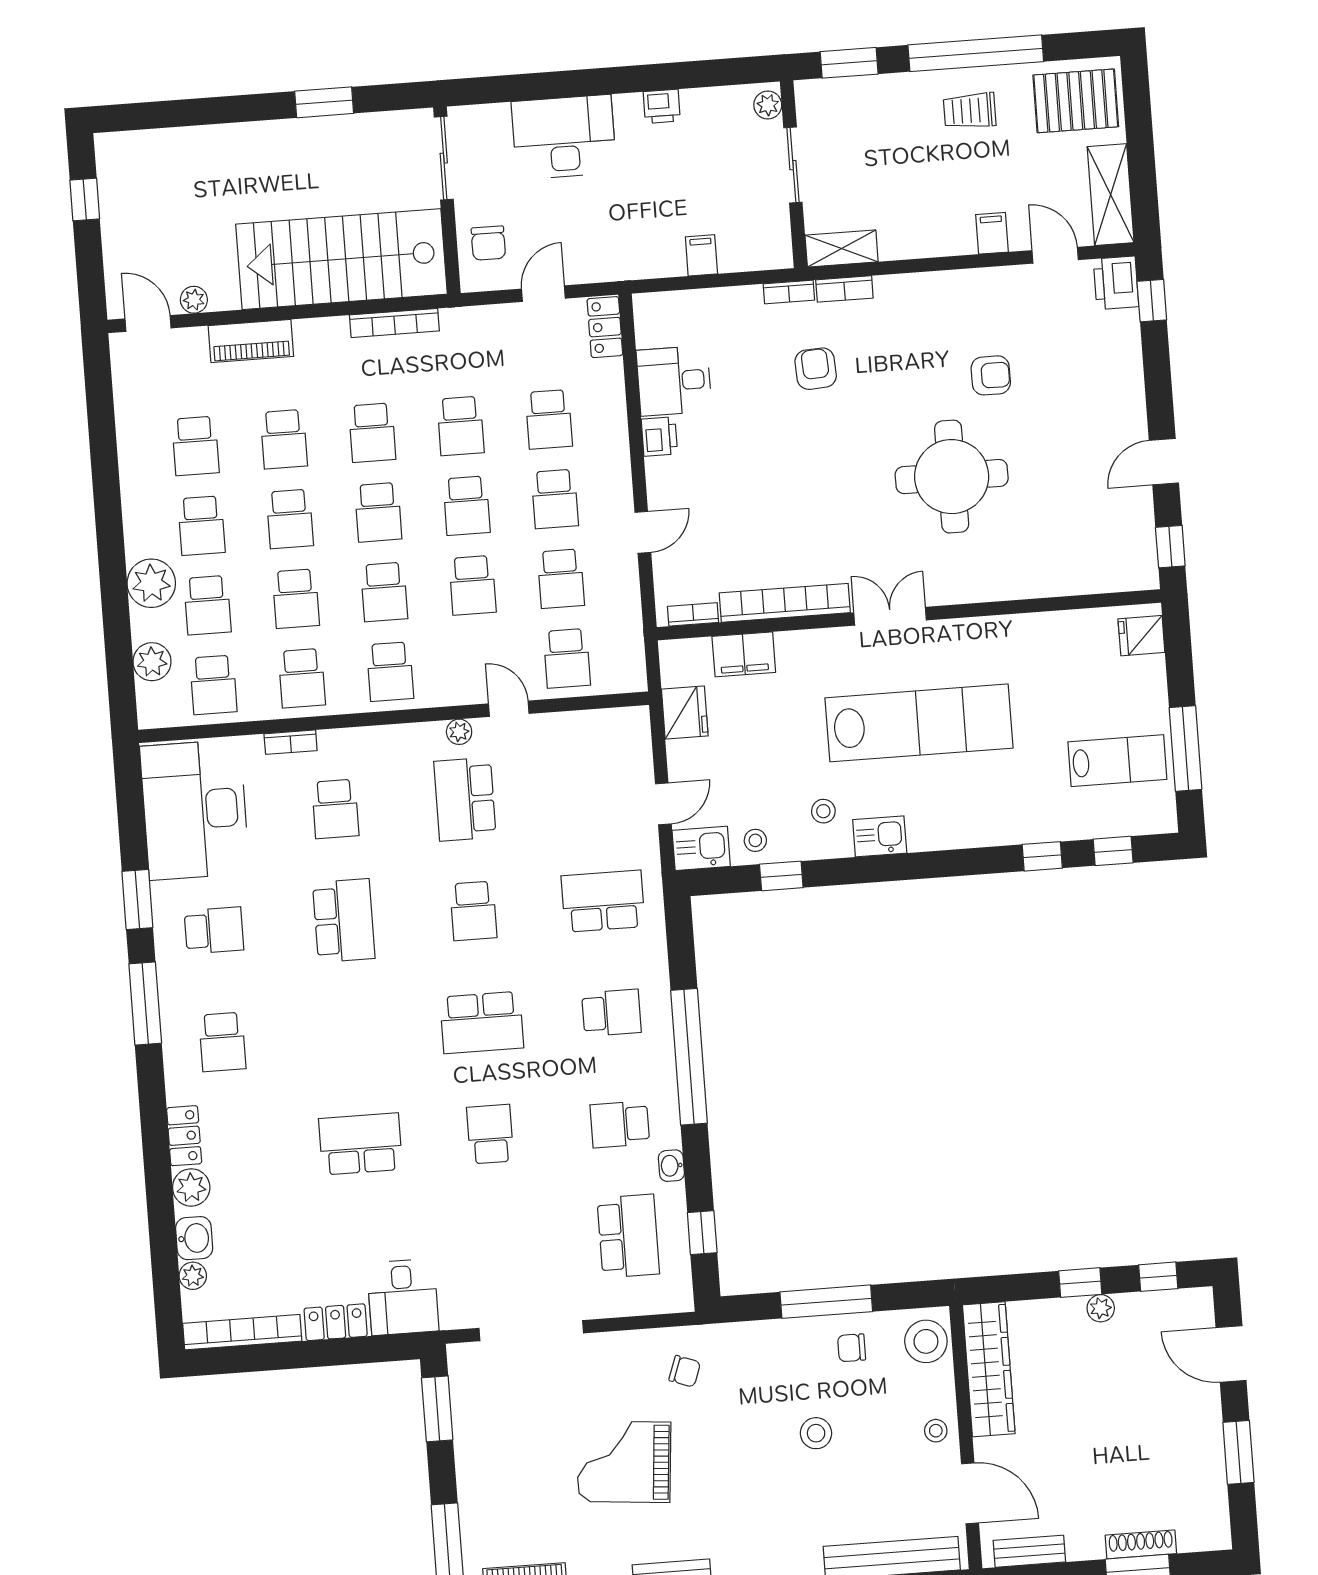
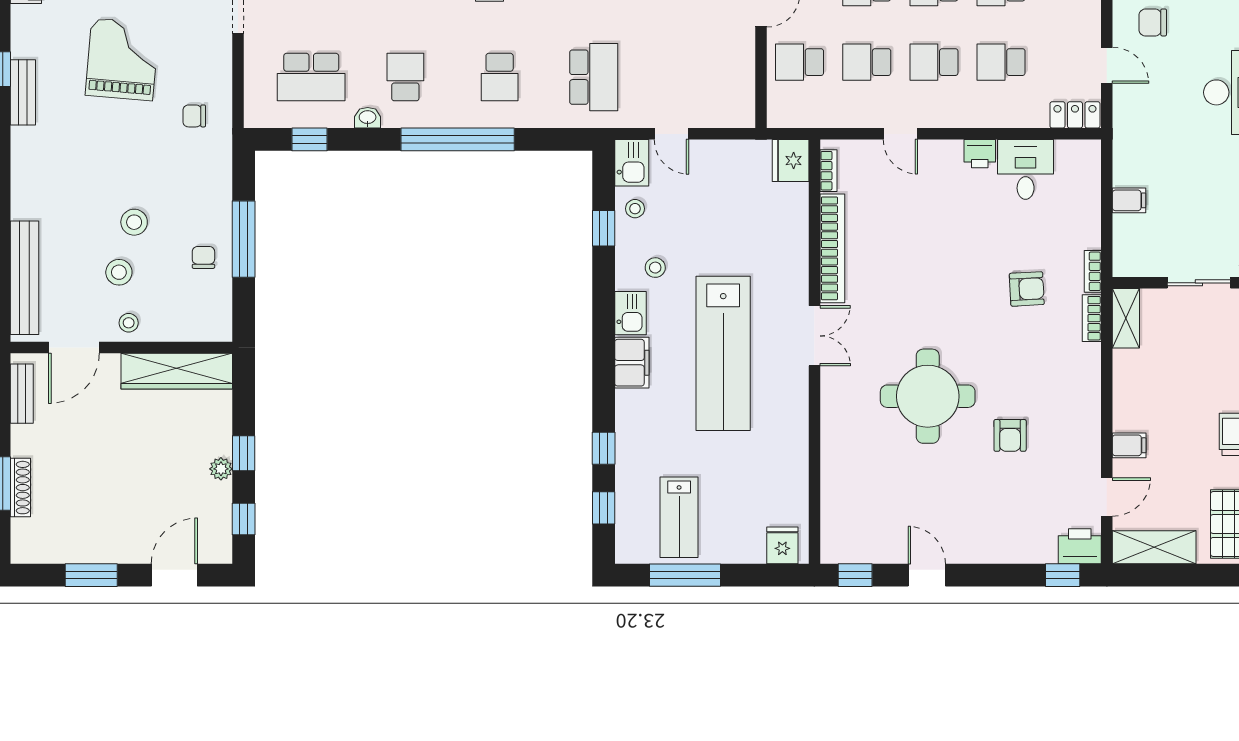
filing cabinet: (744, 654) -> (632, 363), moved, turned 180
fridge: (685, 713) -> (791, 161), moved, turned 90
stool: (926, 1341) -> (119, 272), moved, width x0.73, depth x0.73
chair: (685, 1371) -> (194, 116), turned 70

